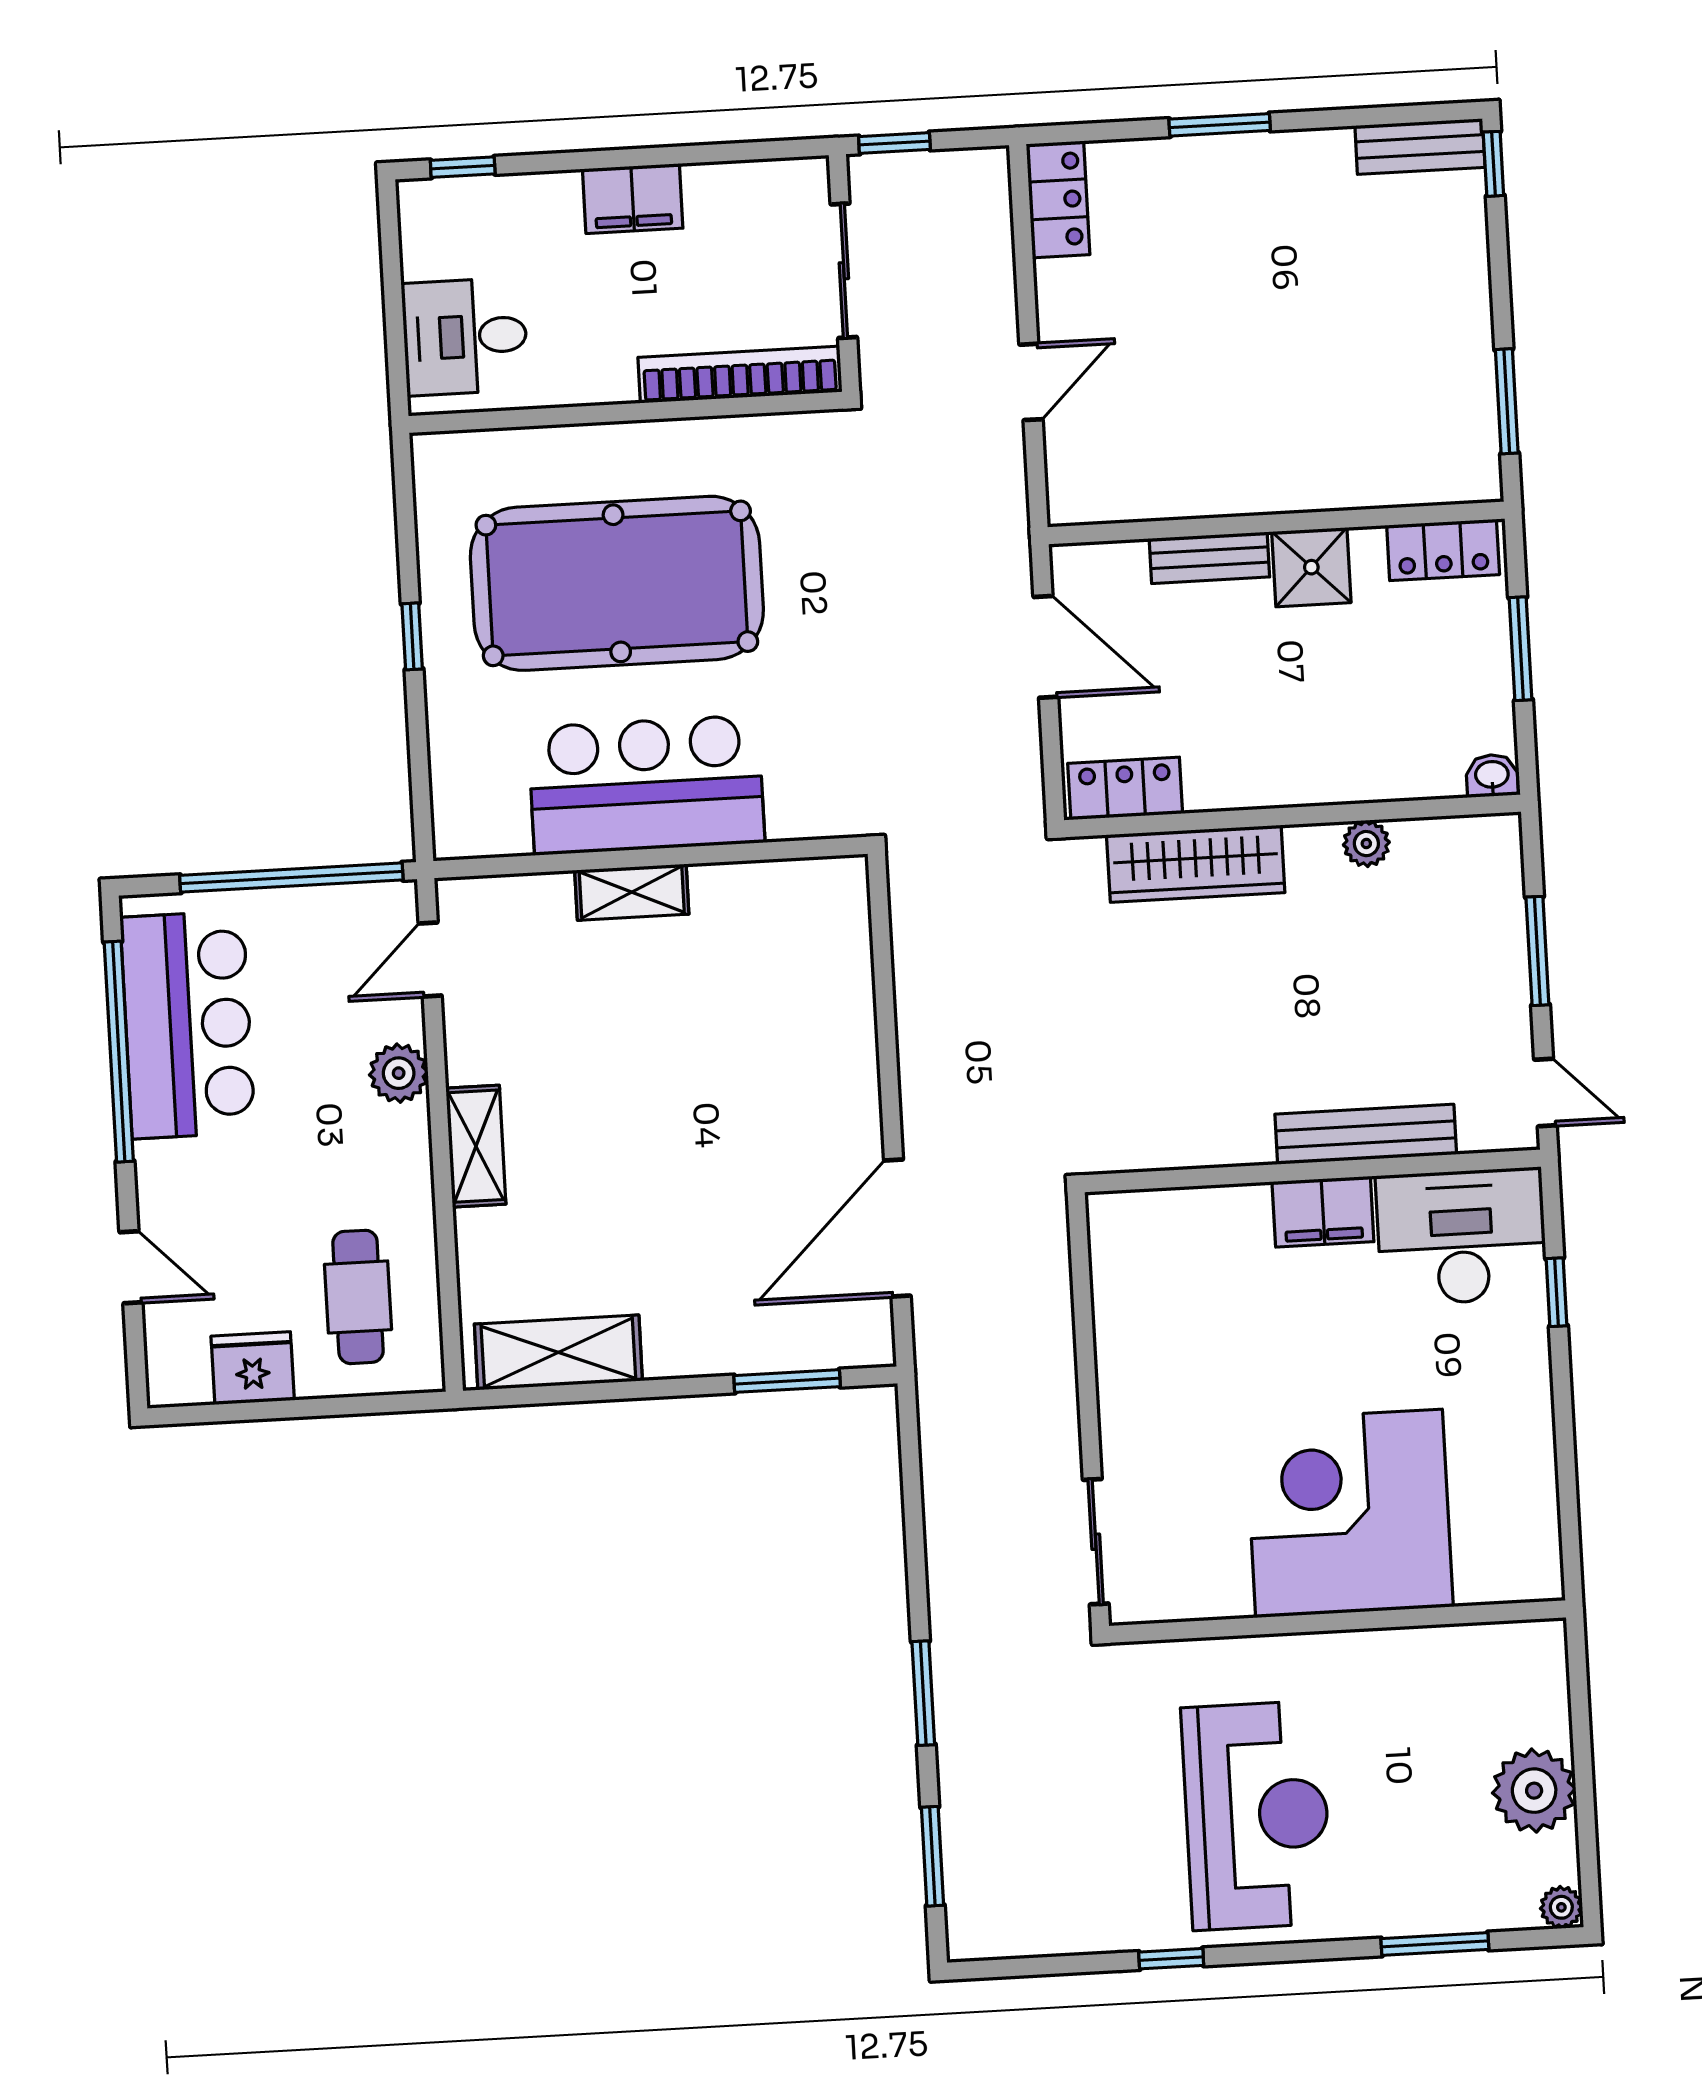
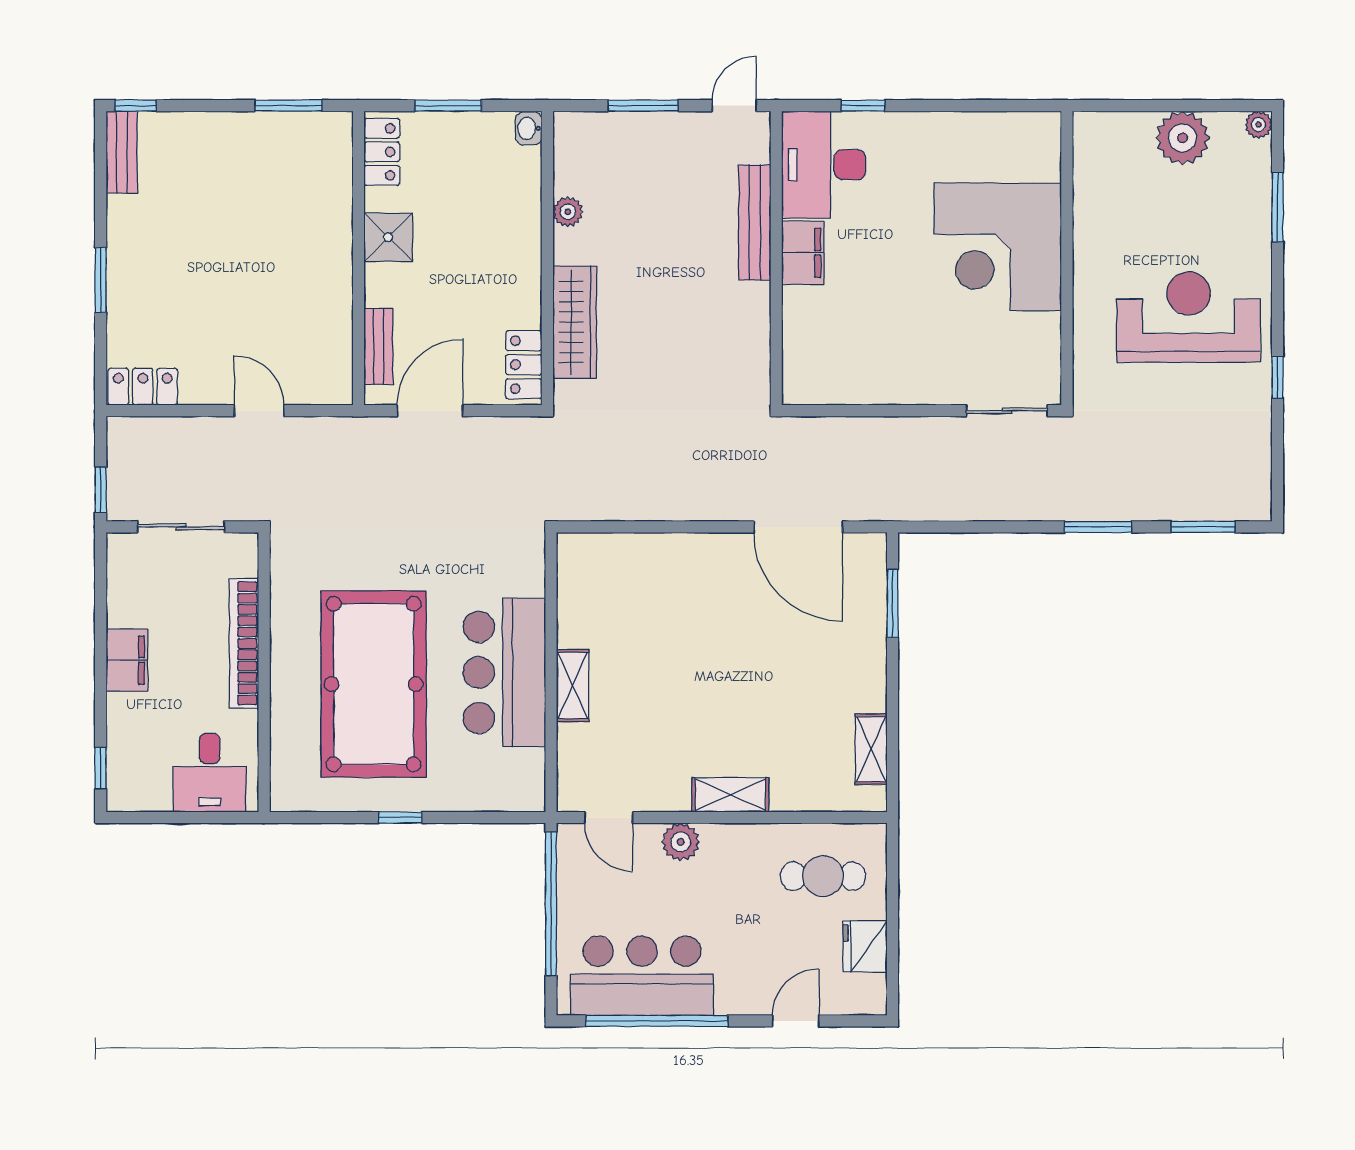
bookcase: (740, 375) -> (244, 643), moved
bench: (1209, 558) -> (379, 347), moved
shelving: (558, 1352) -> (871, 749), width x0.67, depth x0.75

